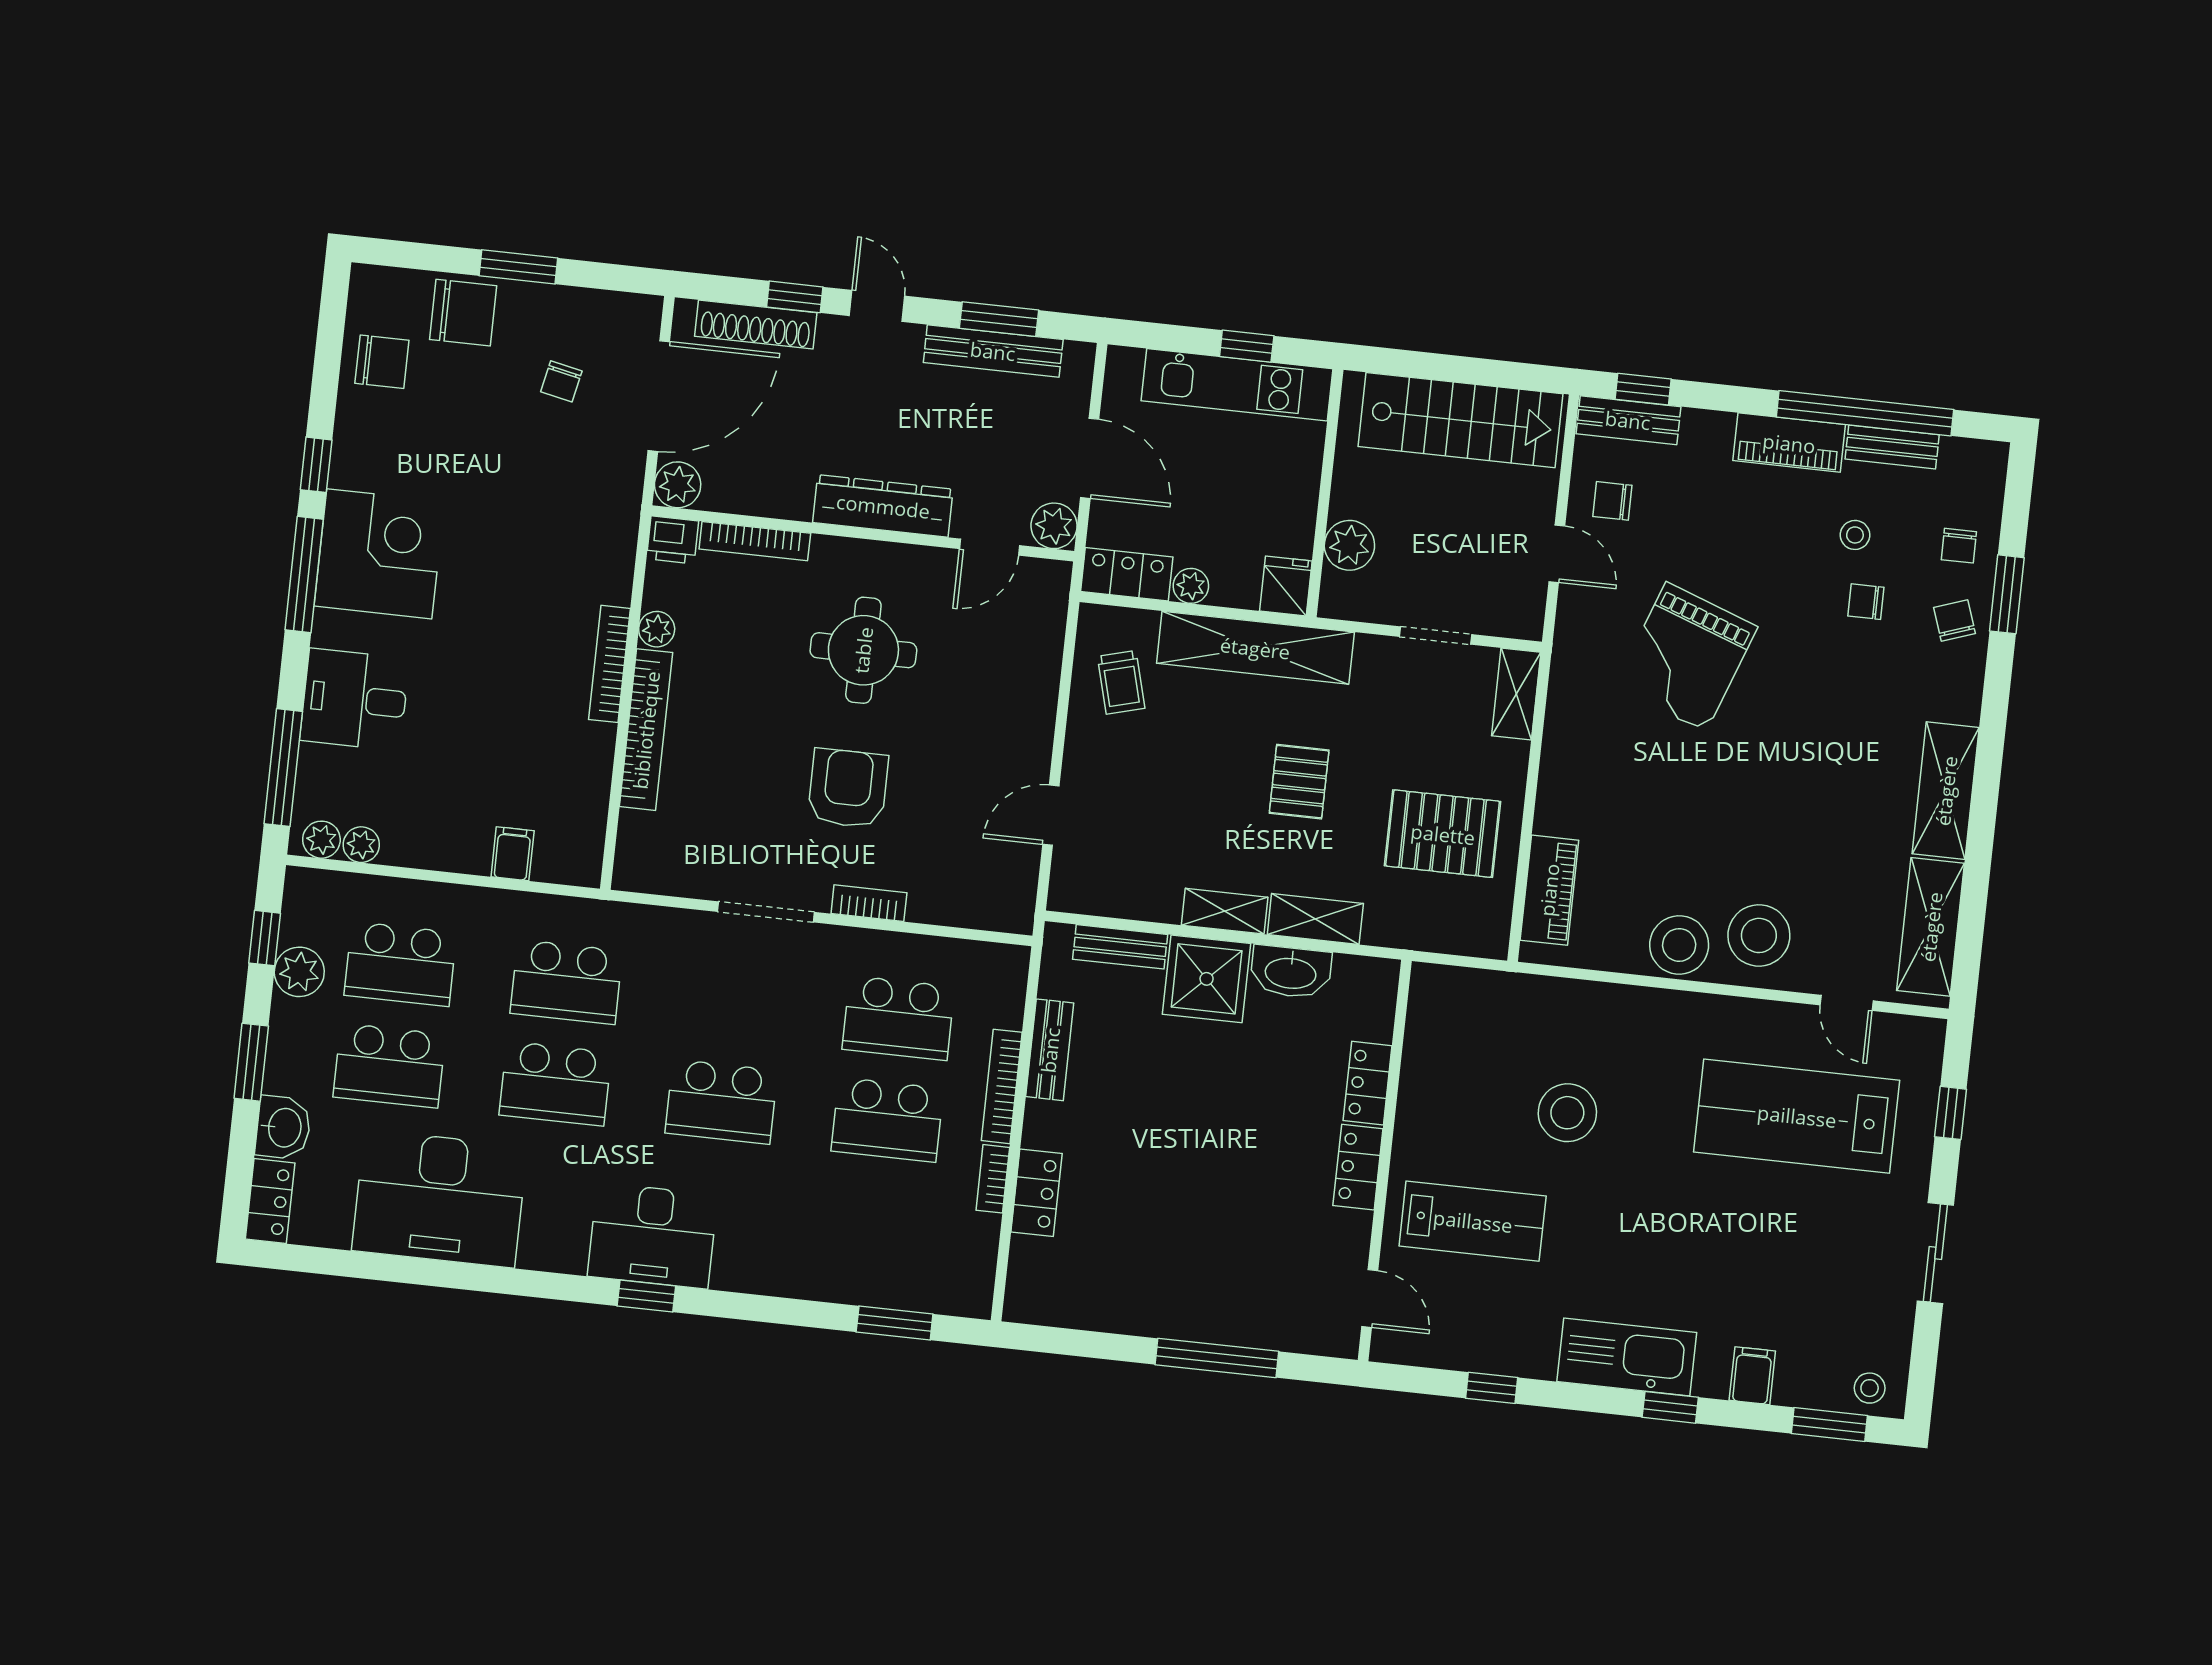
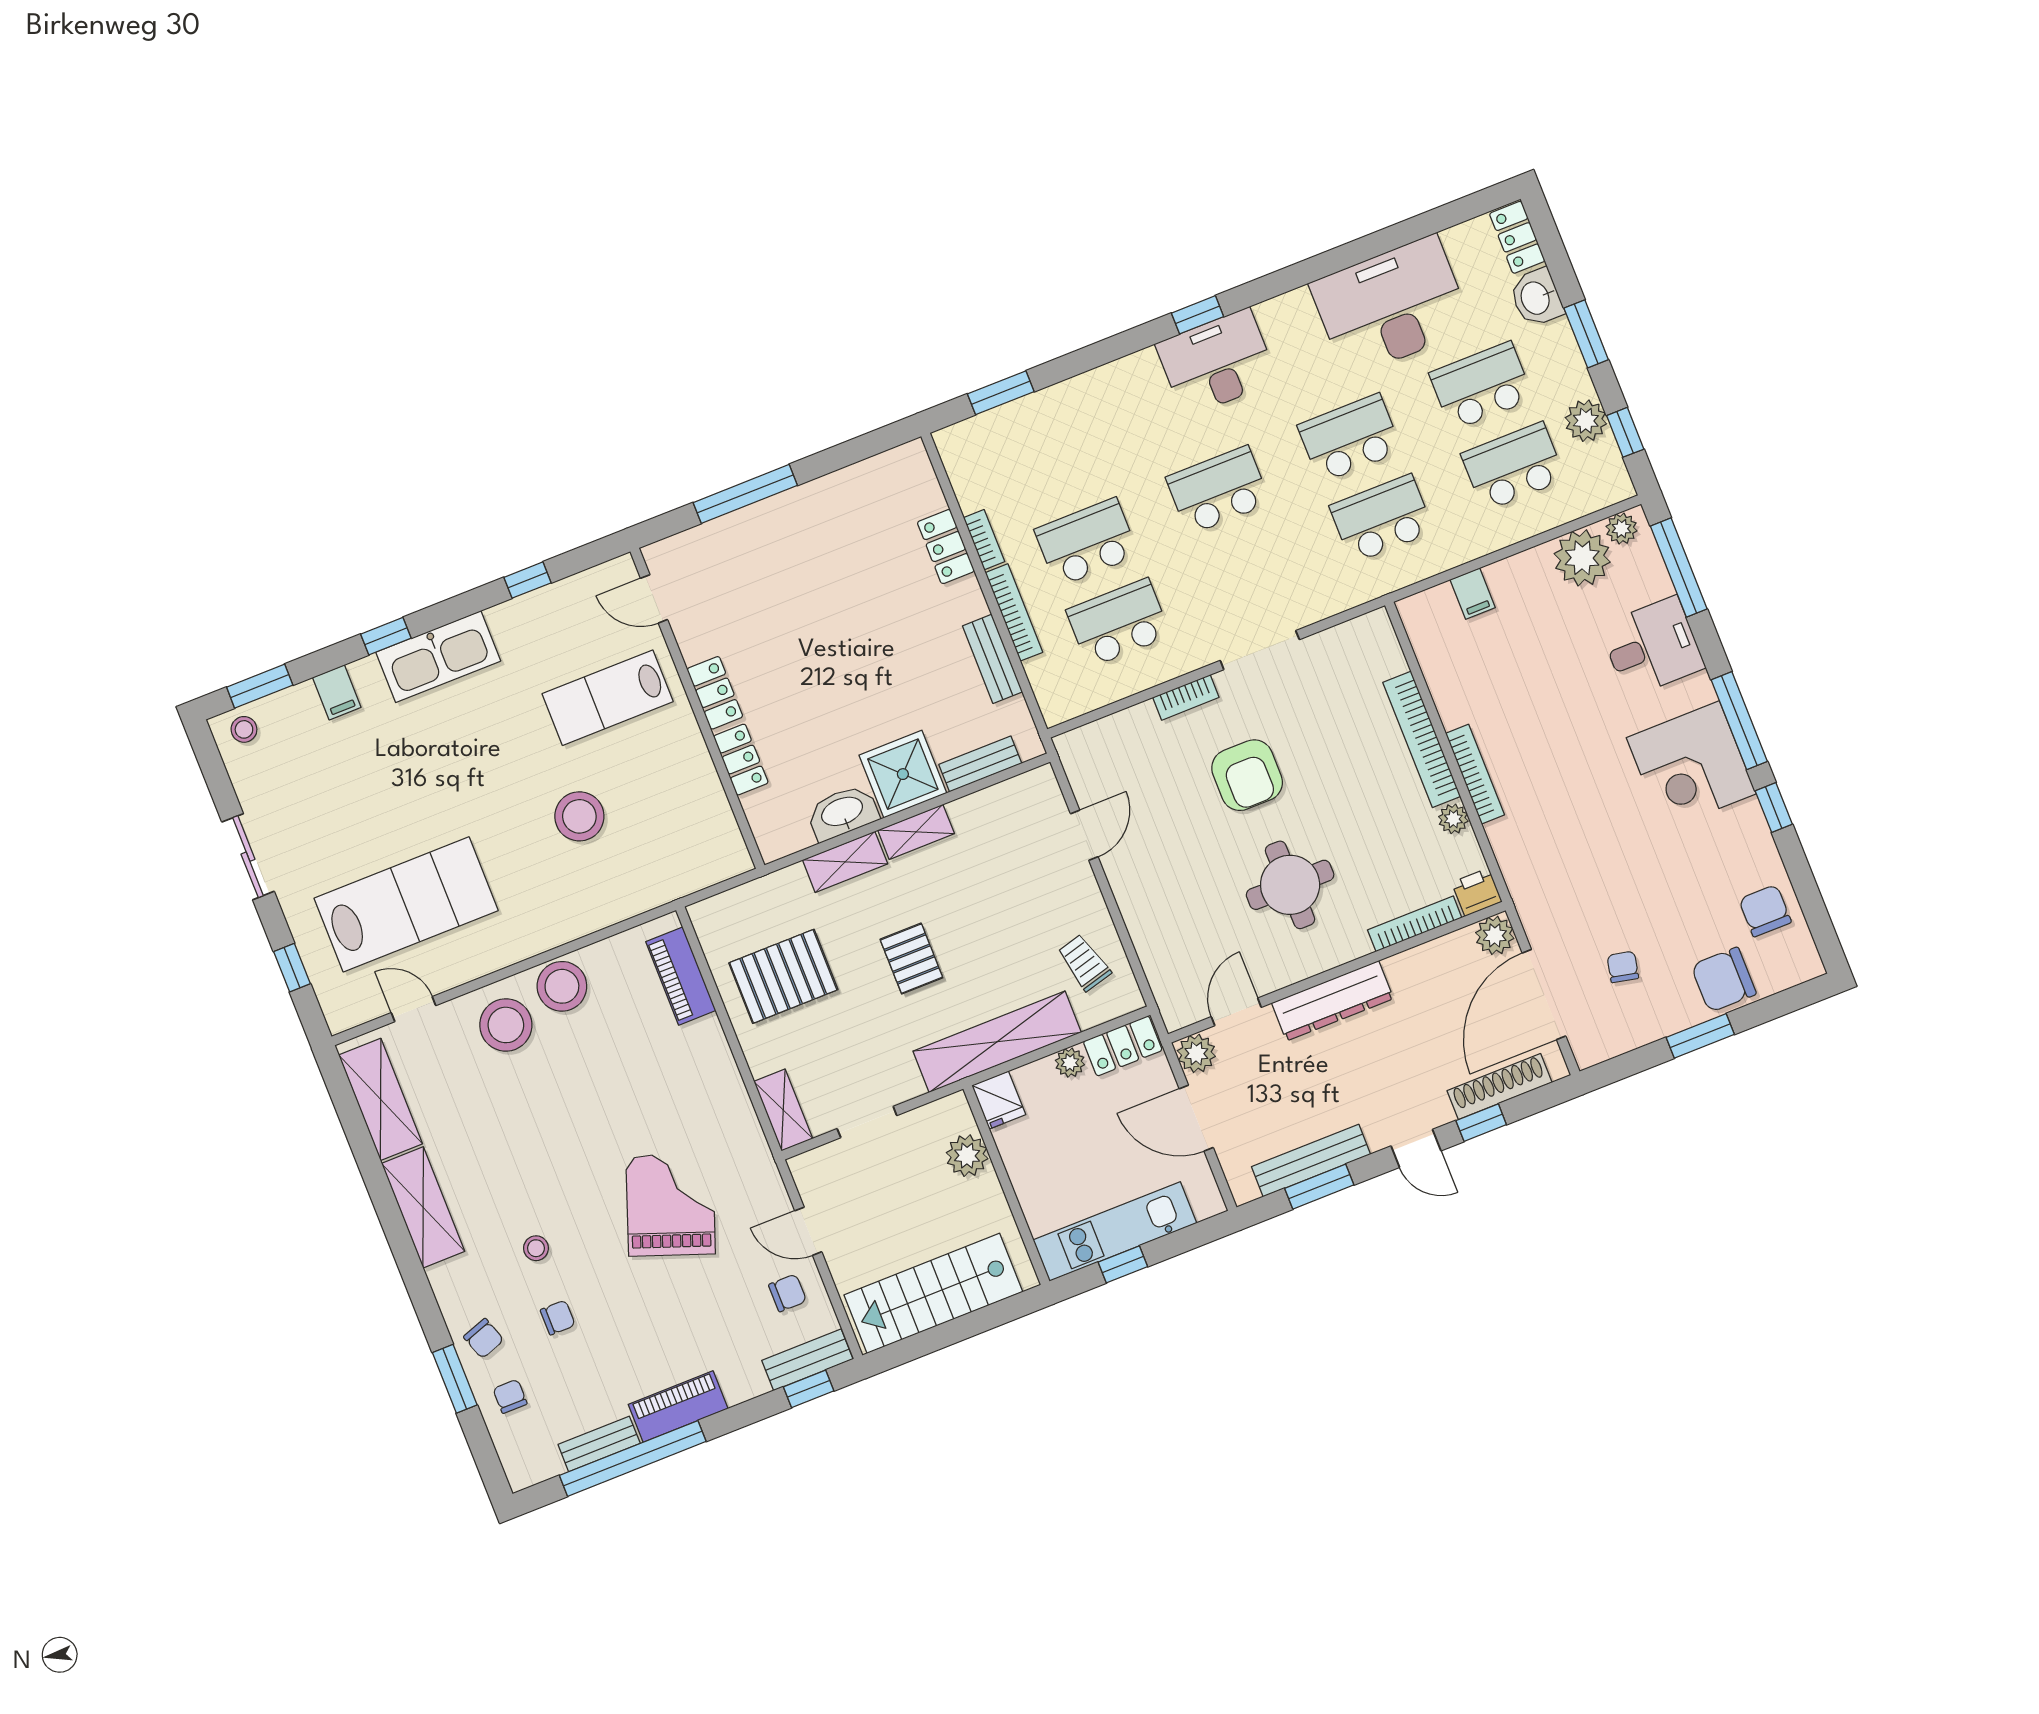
chair: (382, 362) -> (1765, 911), turned 90
stool: (1855, 535) -> (536, 1248), moved
plant: (361, 845) -> (1582, 558), width x1.88, depth x1.88

